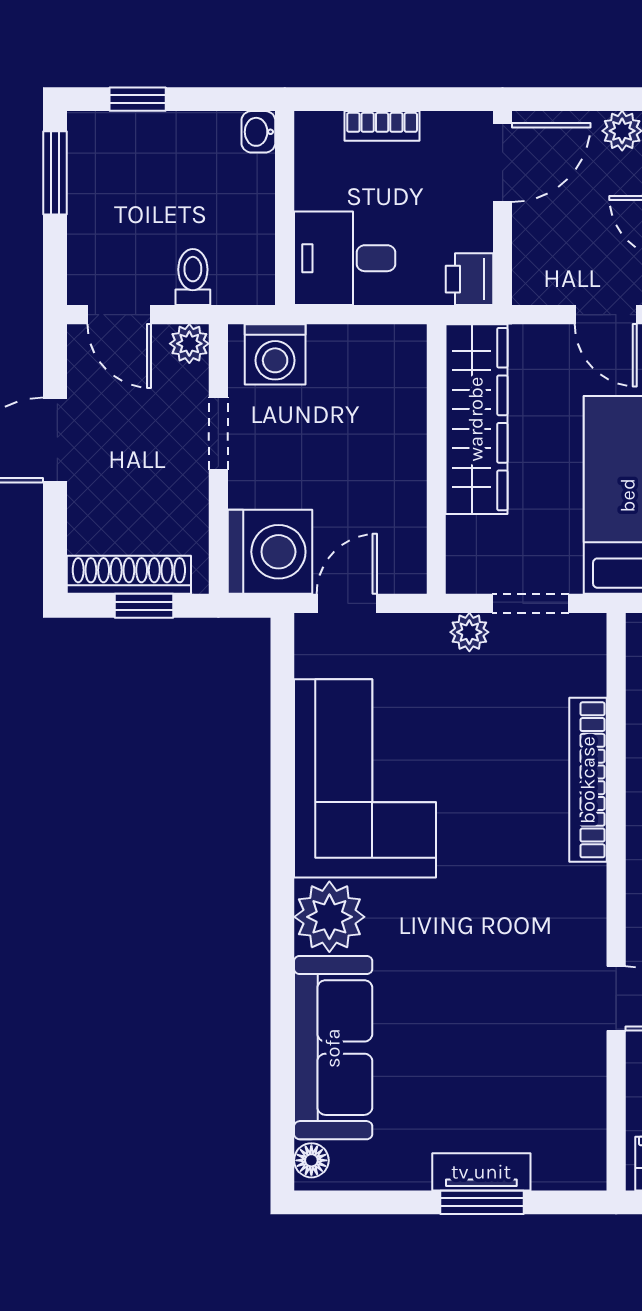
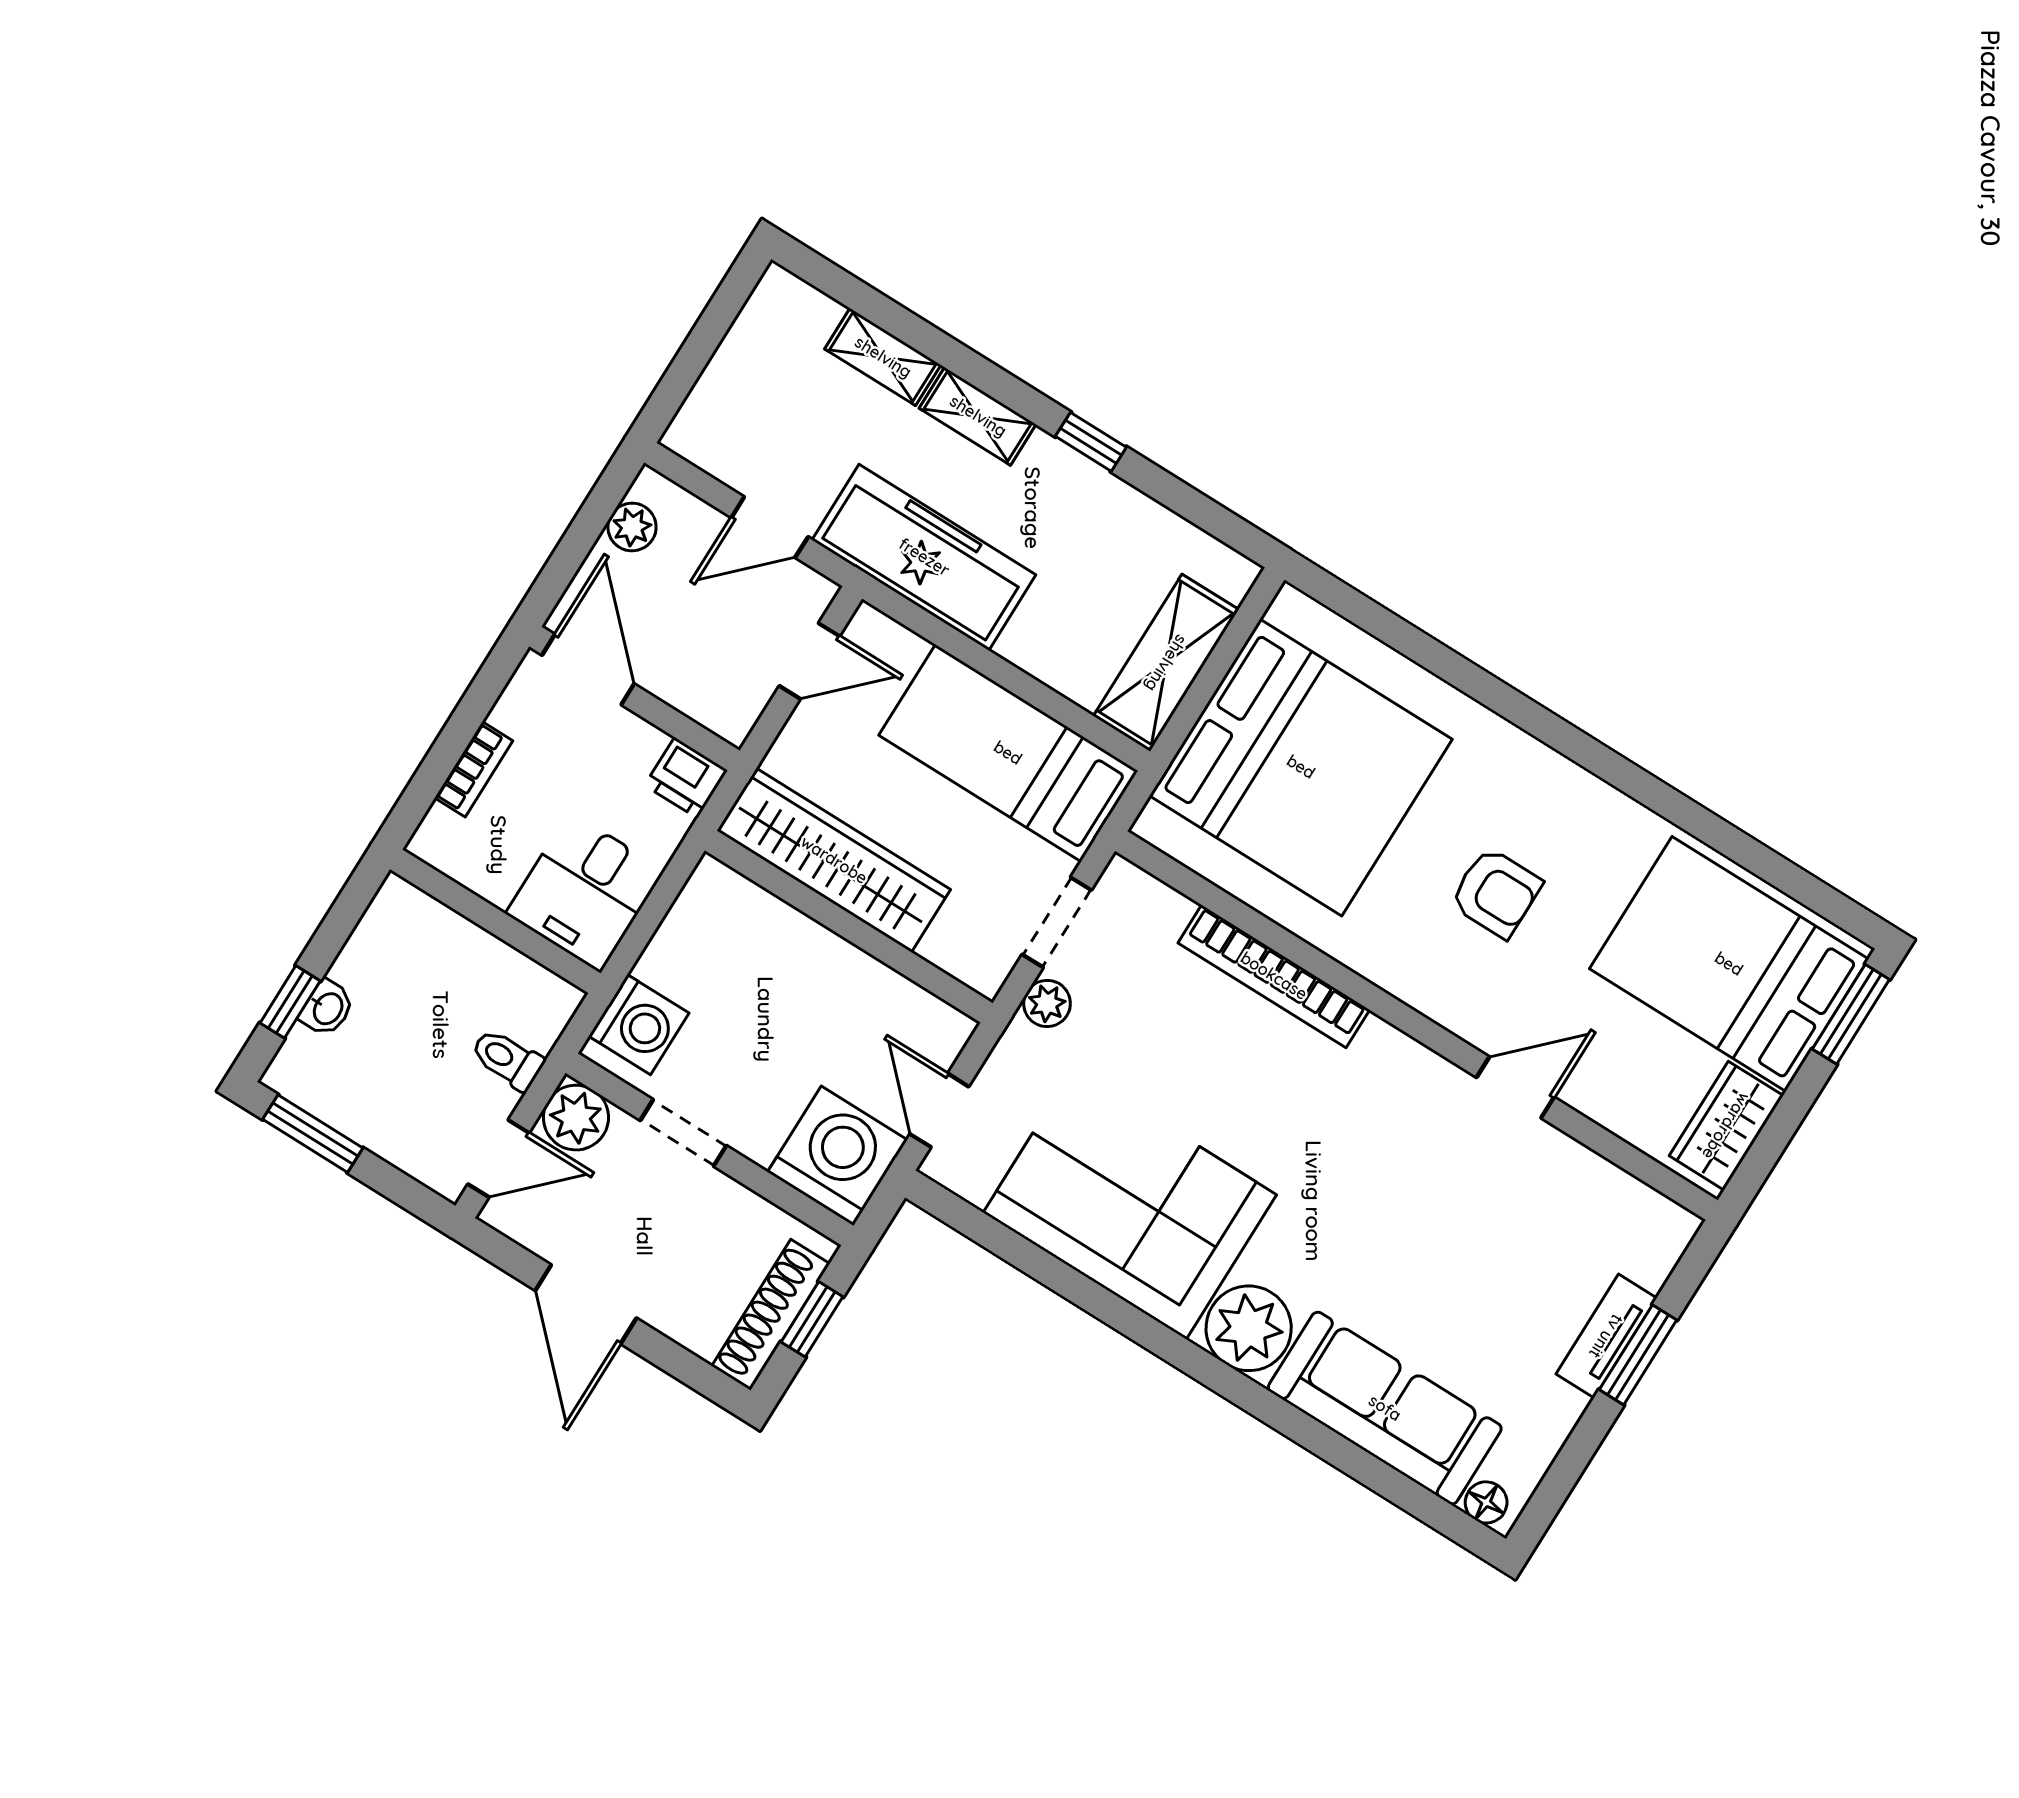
washbasin: (258, 132) -> (327, 1008), moved, turned -90
plant: (189, 344) -> (576, 1118), width x1.38, depth x1.38

